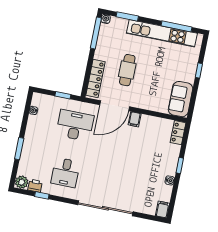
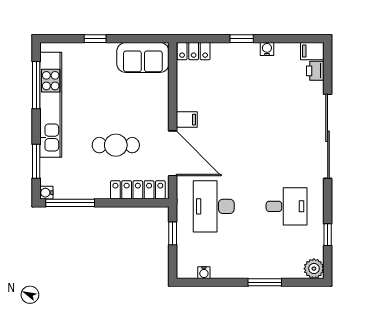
printer: (35, 186) -> (315, 71), moved

